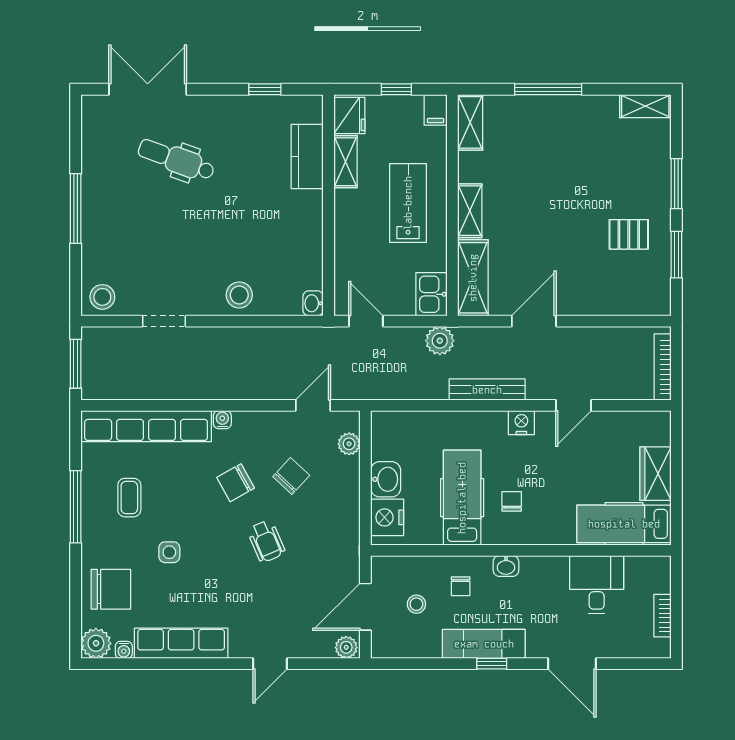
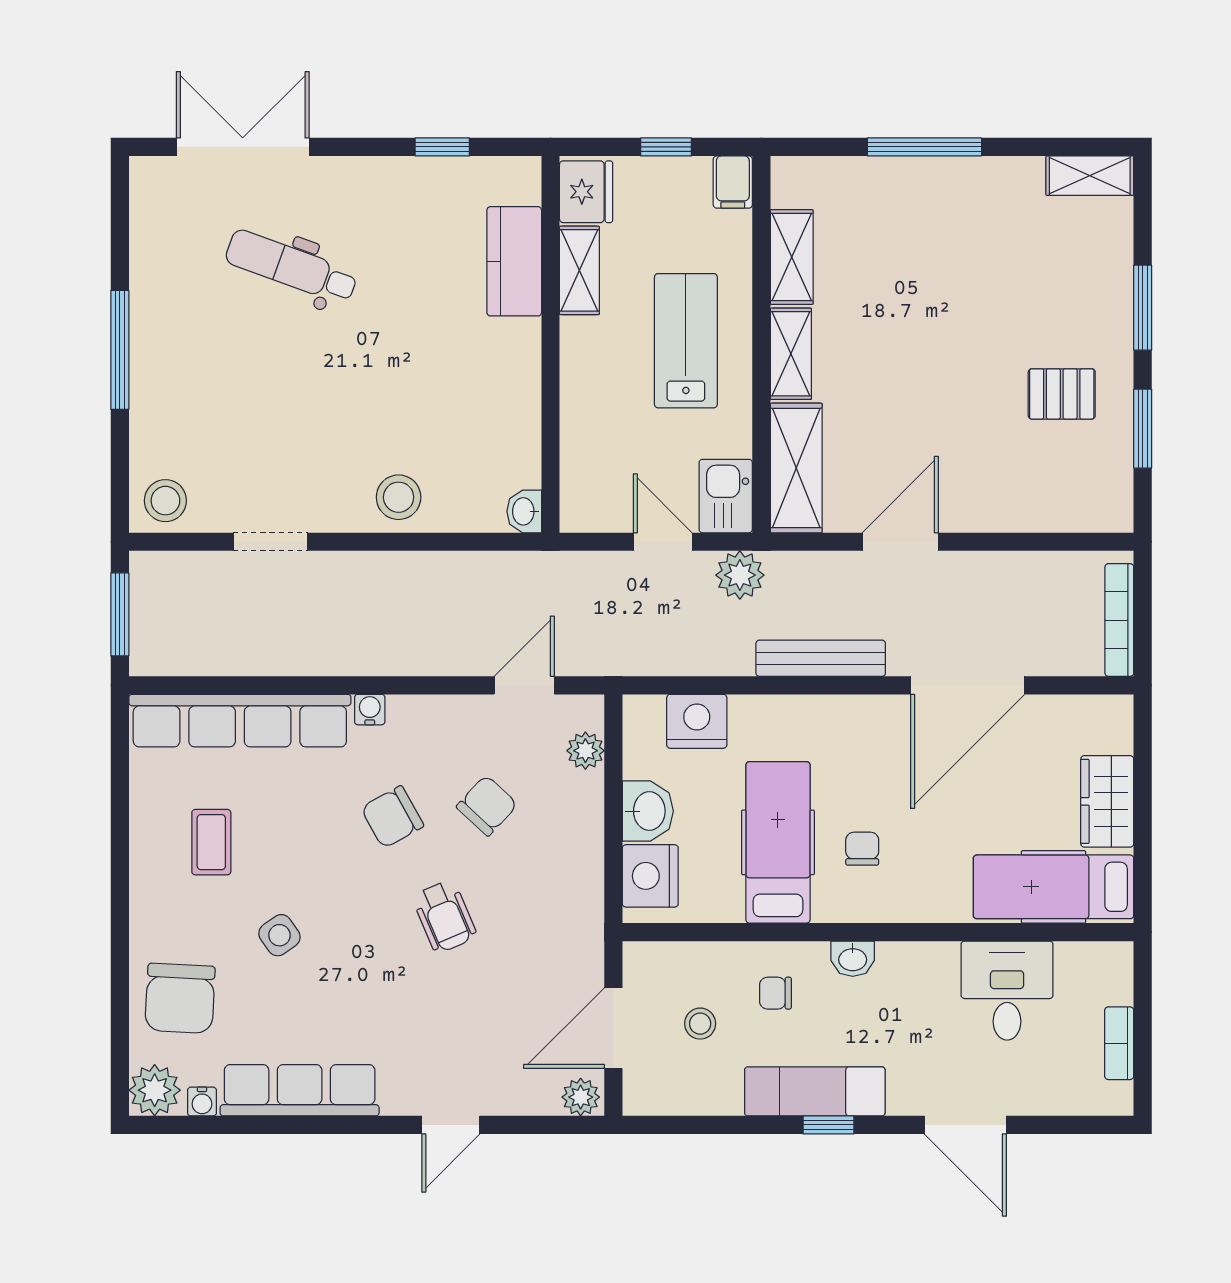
shelving: (470, 122) -> (792, 257), moved
door: (366, 321) -> (663, 542), moved
door: (573, 405) -> (968, 685), width x1.88
nightstand: (521, 423) -> (697, 721), moved, width x1.36, depth x1.33
window: (76, 507) -> (120, 858), removed
side table: (169, 552) -> (279, 935), turned -35
chair: (461, 586) -> (775, 993), turned 90
chair: (111, 589) -> (180, 998), turned 93

